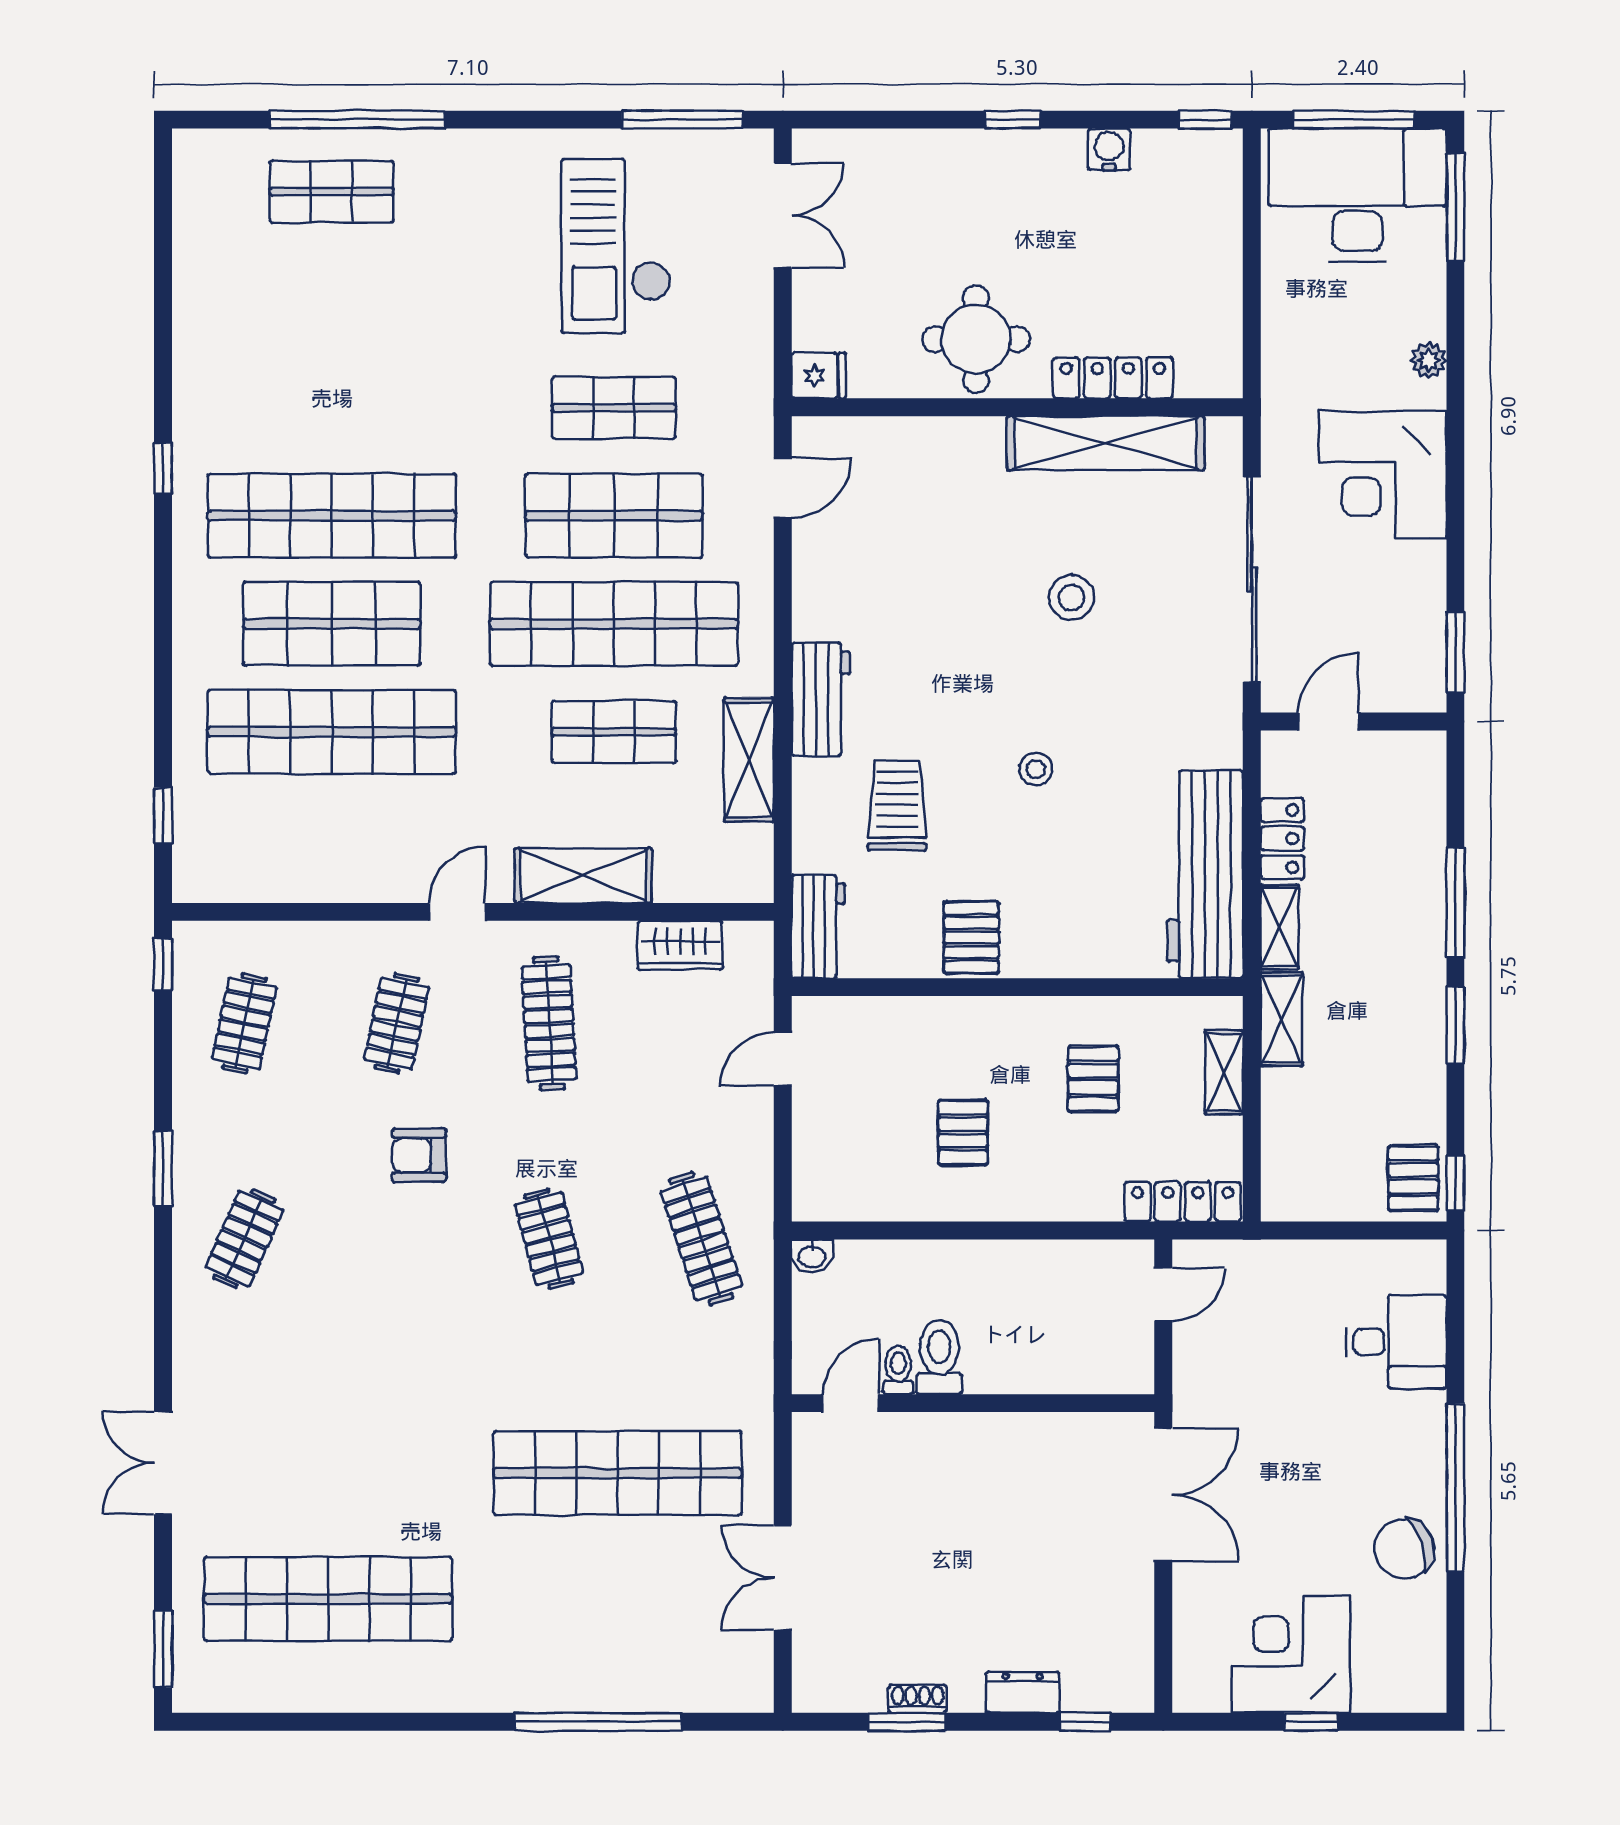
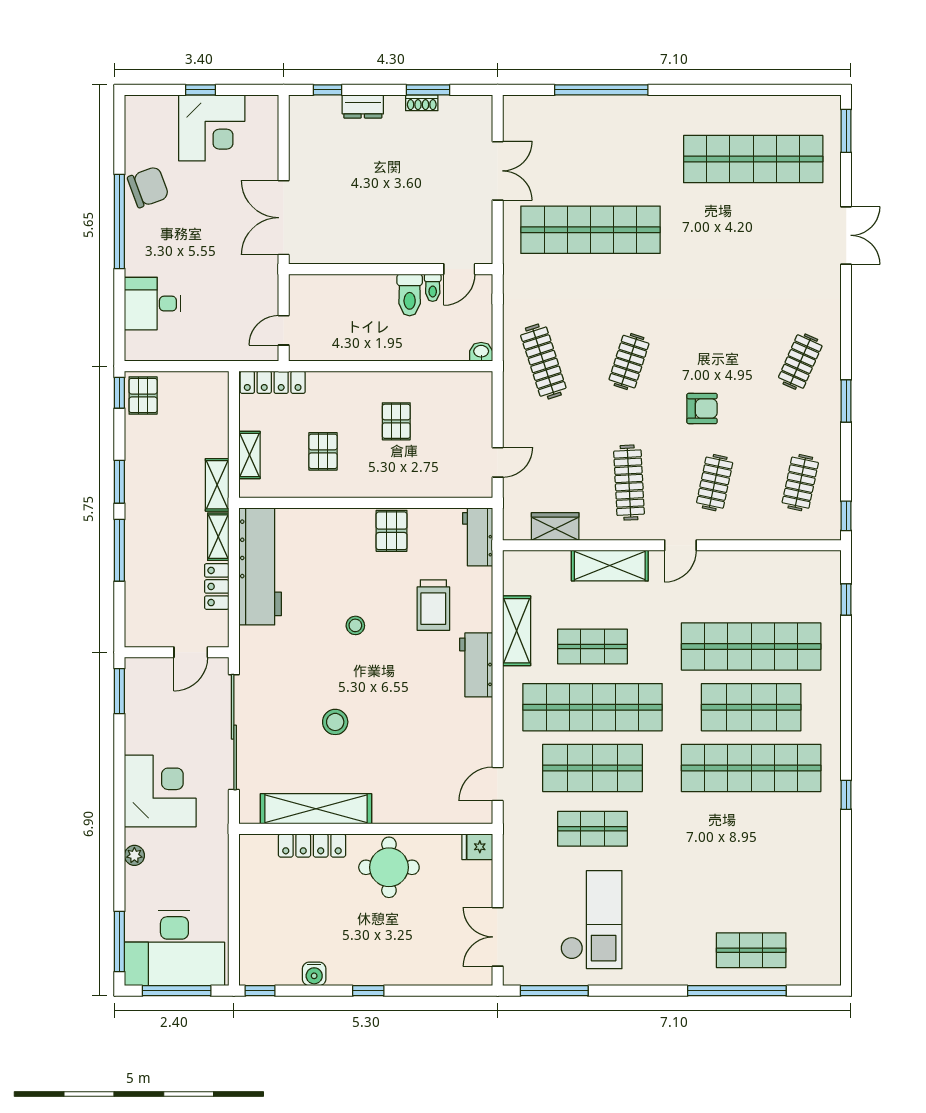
clothes rail: (549, 1239) -> (629, 362), turned 33

